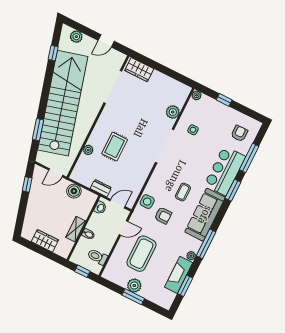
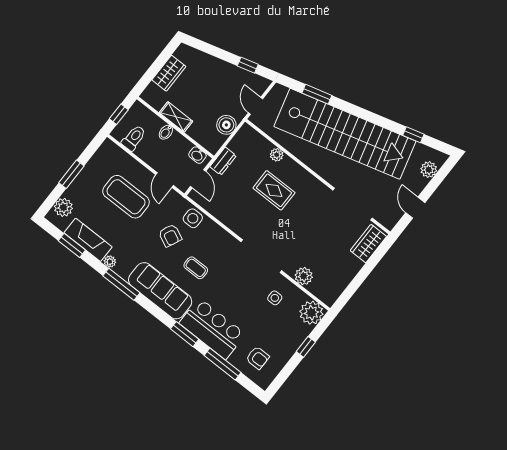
plant: (197, 95) -> (311, 313), width x1.88, depth x1.88
armchair: (163, 216) -> (170, 235), turned -65
plant: (134, 286) -> (63, 207), moved

